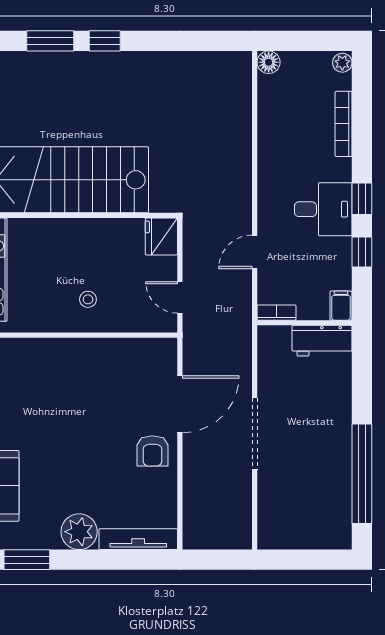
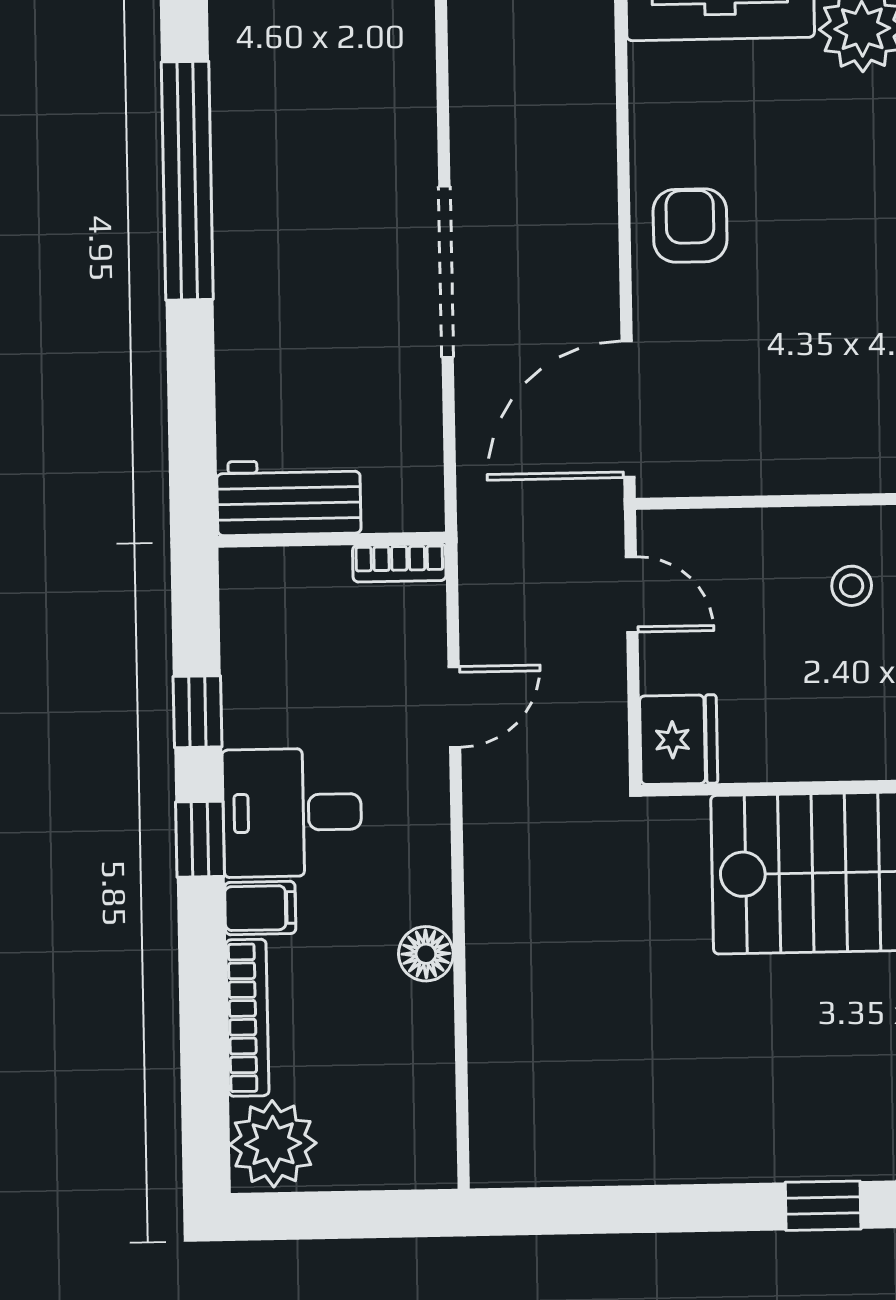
floor lamp: (269, 62) -> (426, 954), moved
plant: (342, 63) -> (273, 1144), width x1.88, depth x1.88
filing cabinet: (341, 306) -> (260, 908), moved, turned -90
door: (180, 404) -> (628, 409), moved

